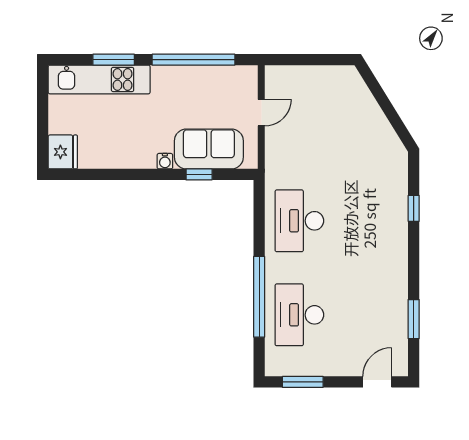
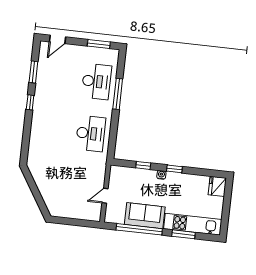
sofa: (209, 149) -> (145, 216), moved, turned 180
window: (143, 174) -> (174, 169), added
window: (414, 208) -> (30, 102), moved
window: (259, 297) -> (118, 94), width x0.68

